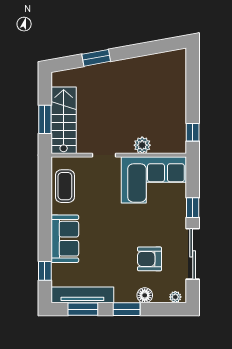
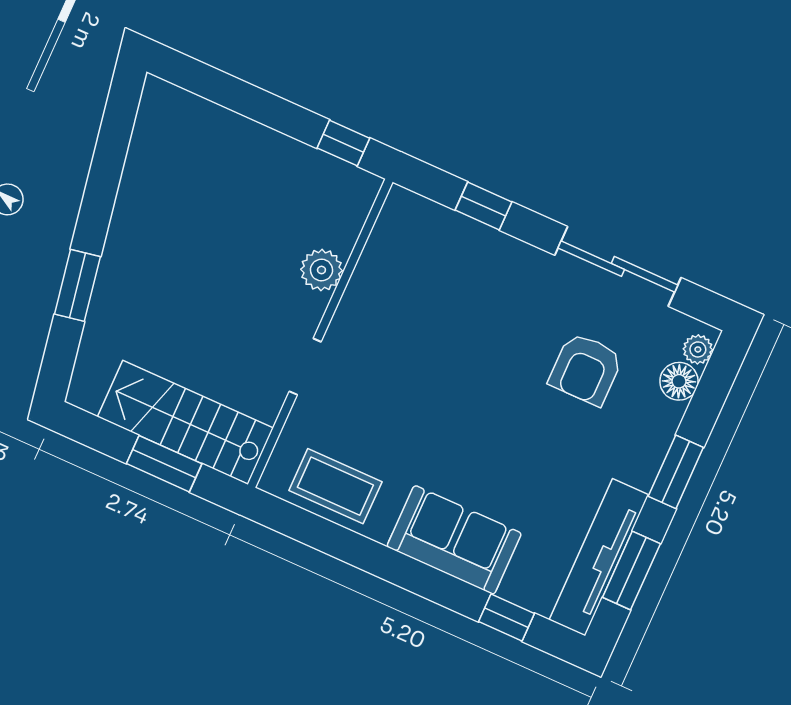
corner sofa: (154, 180) -> (412, 279), removed
window: (193, 208) -> (483, 206), moved
floor lamp: (145, 295) -> (679, 381), moved

